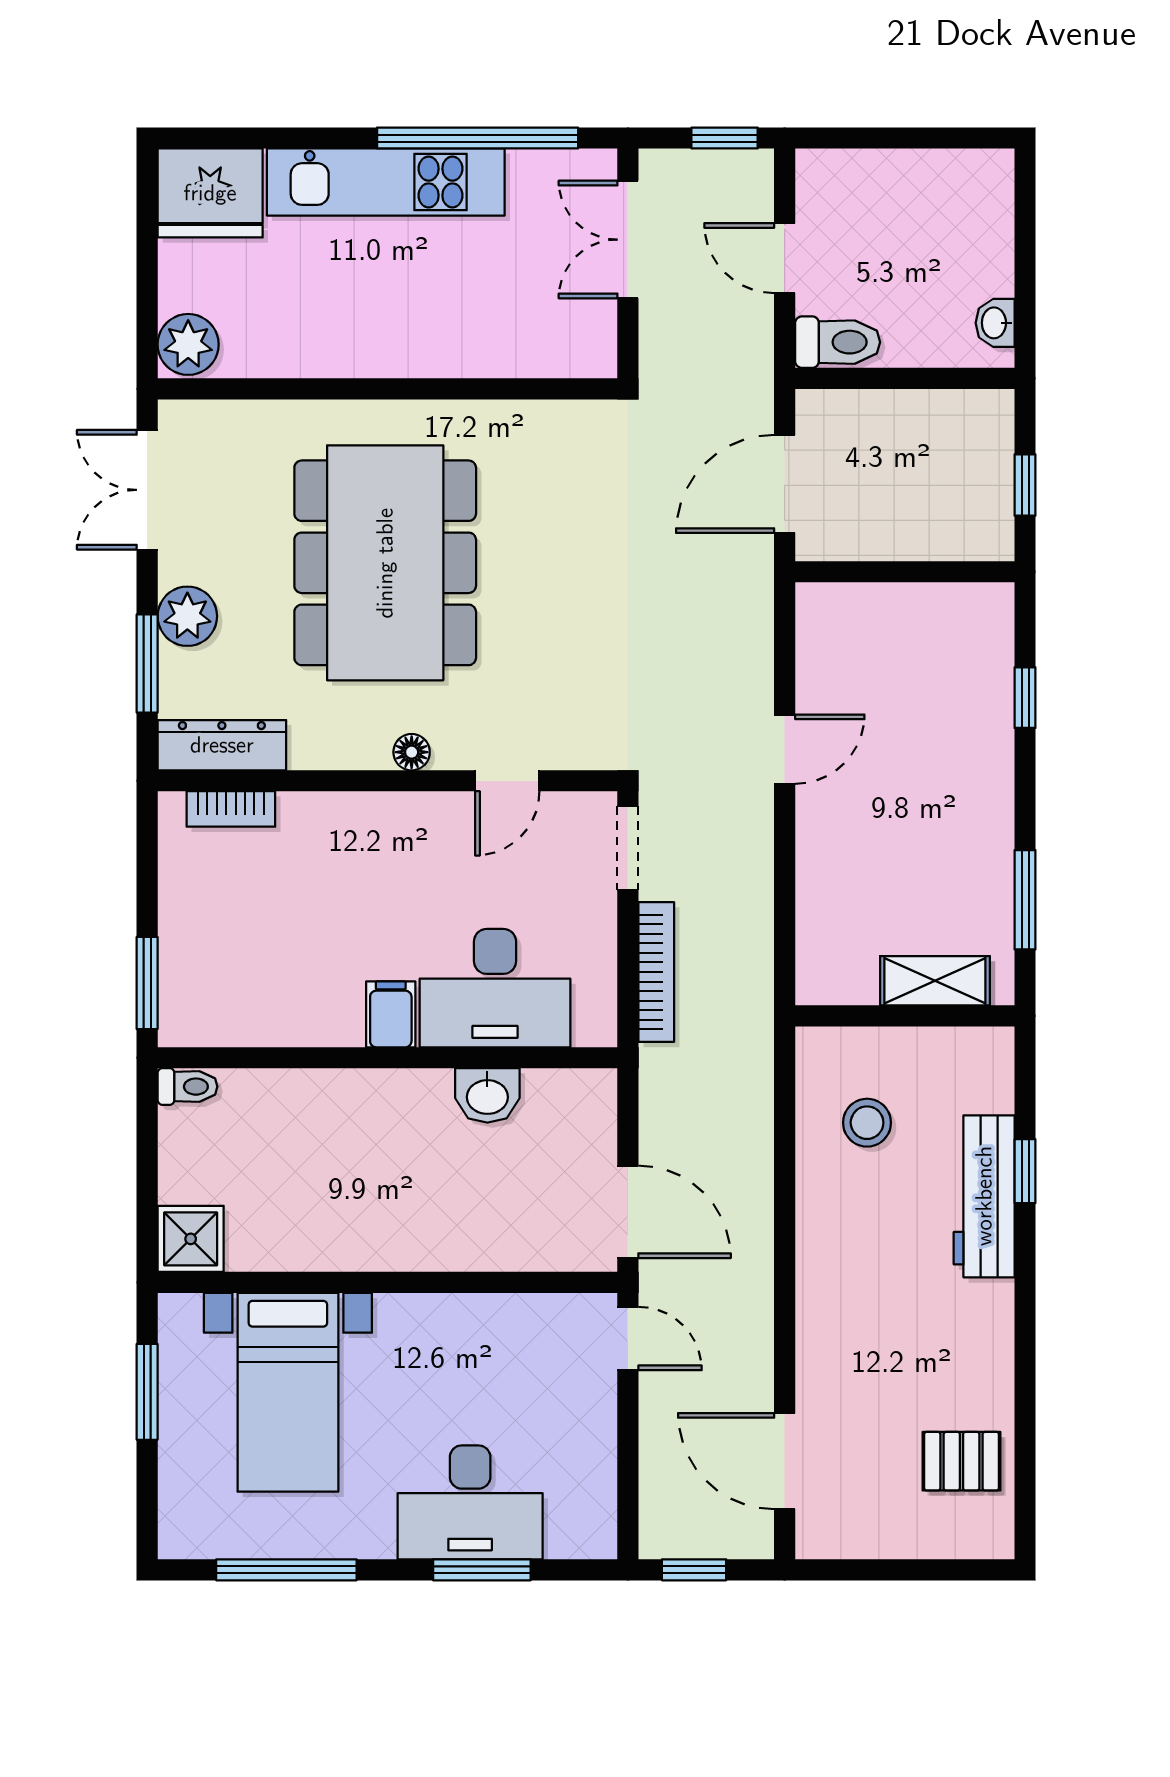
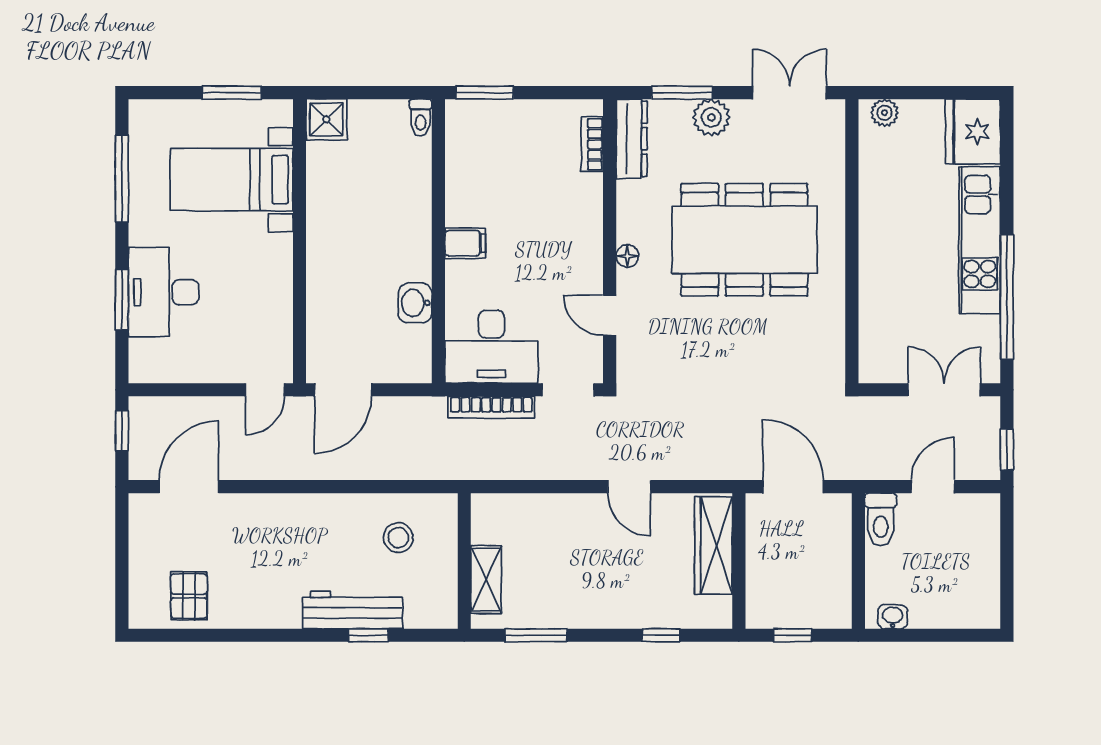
plant: (188, 344) -> (884, 113), width x0.73, depth x0.73
wardrobe: (880, 613) -> (713, 546), added
desk: (495, 988) -> (491, 347), moved, turned -90

